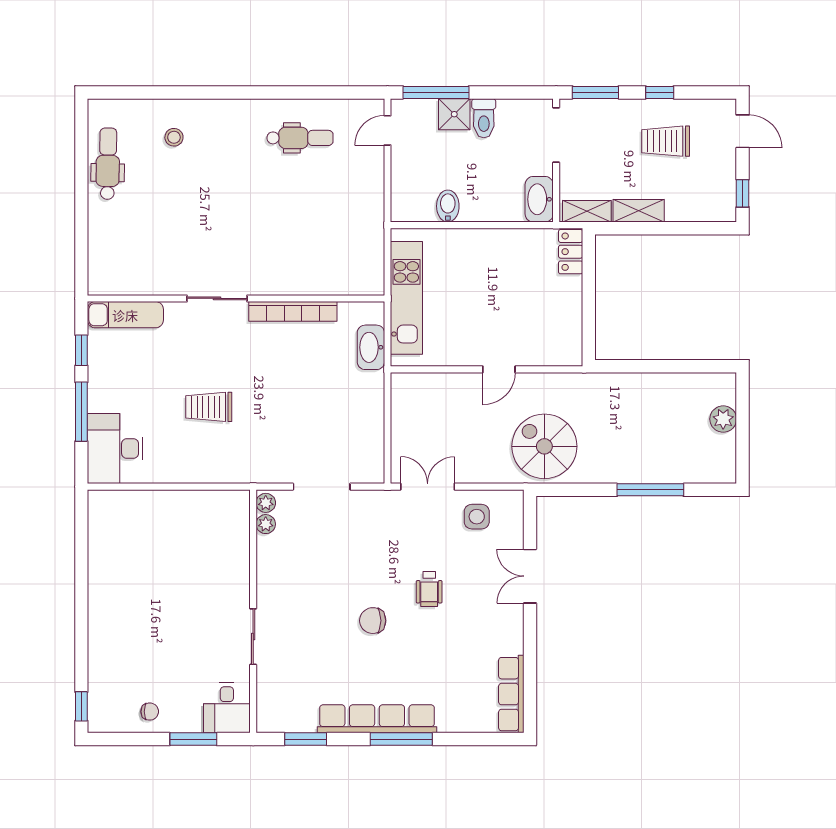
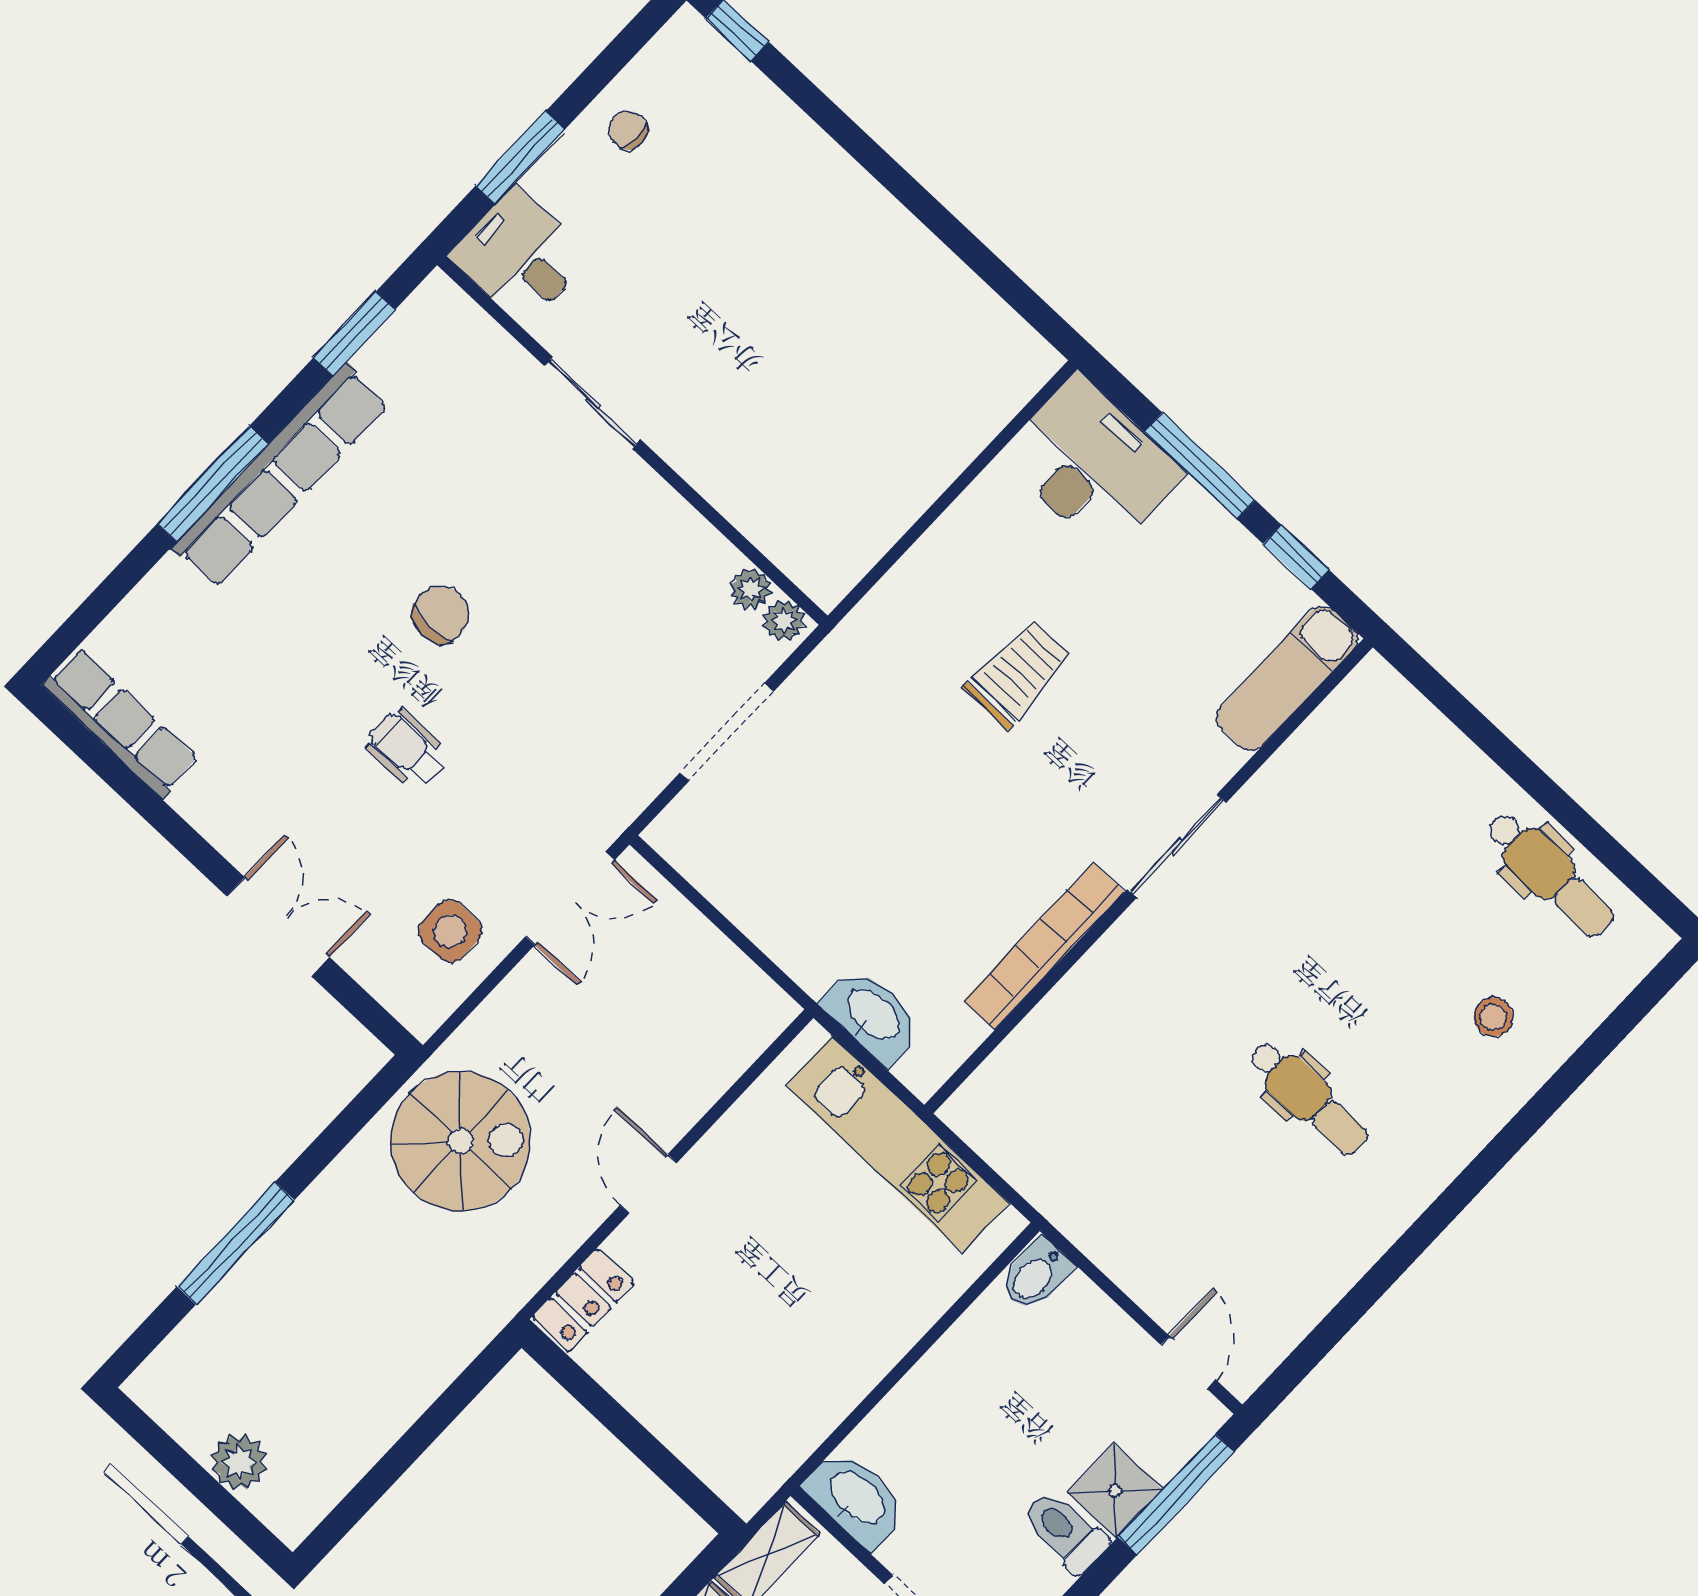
dental chair: (300, 138) -> (1308, 1098), moved, turned -90
bidet: (448, 206) -> (1036, 1275), moved, turned 90
locker: (571, 252) -> (583, 1300), moved, turned 90
chair: (150, 712) -> (628, 130), turned 90

